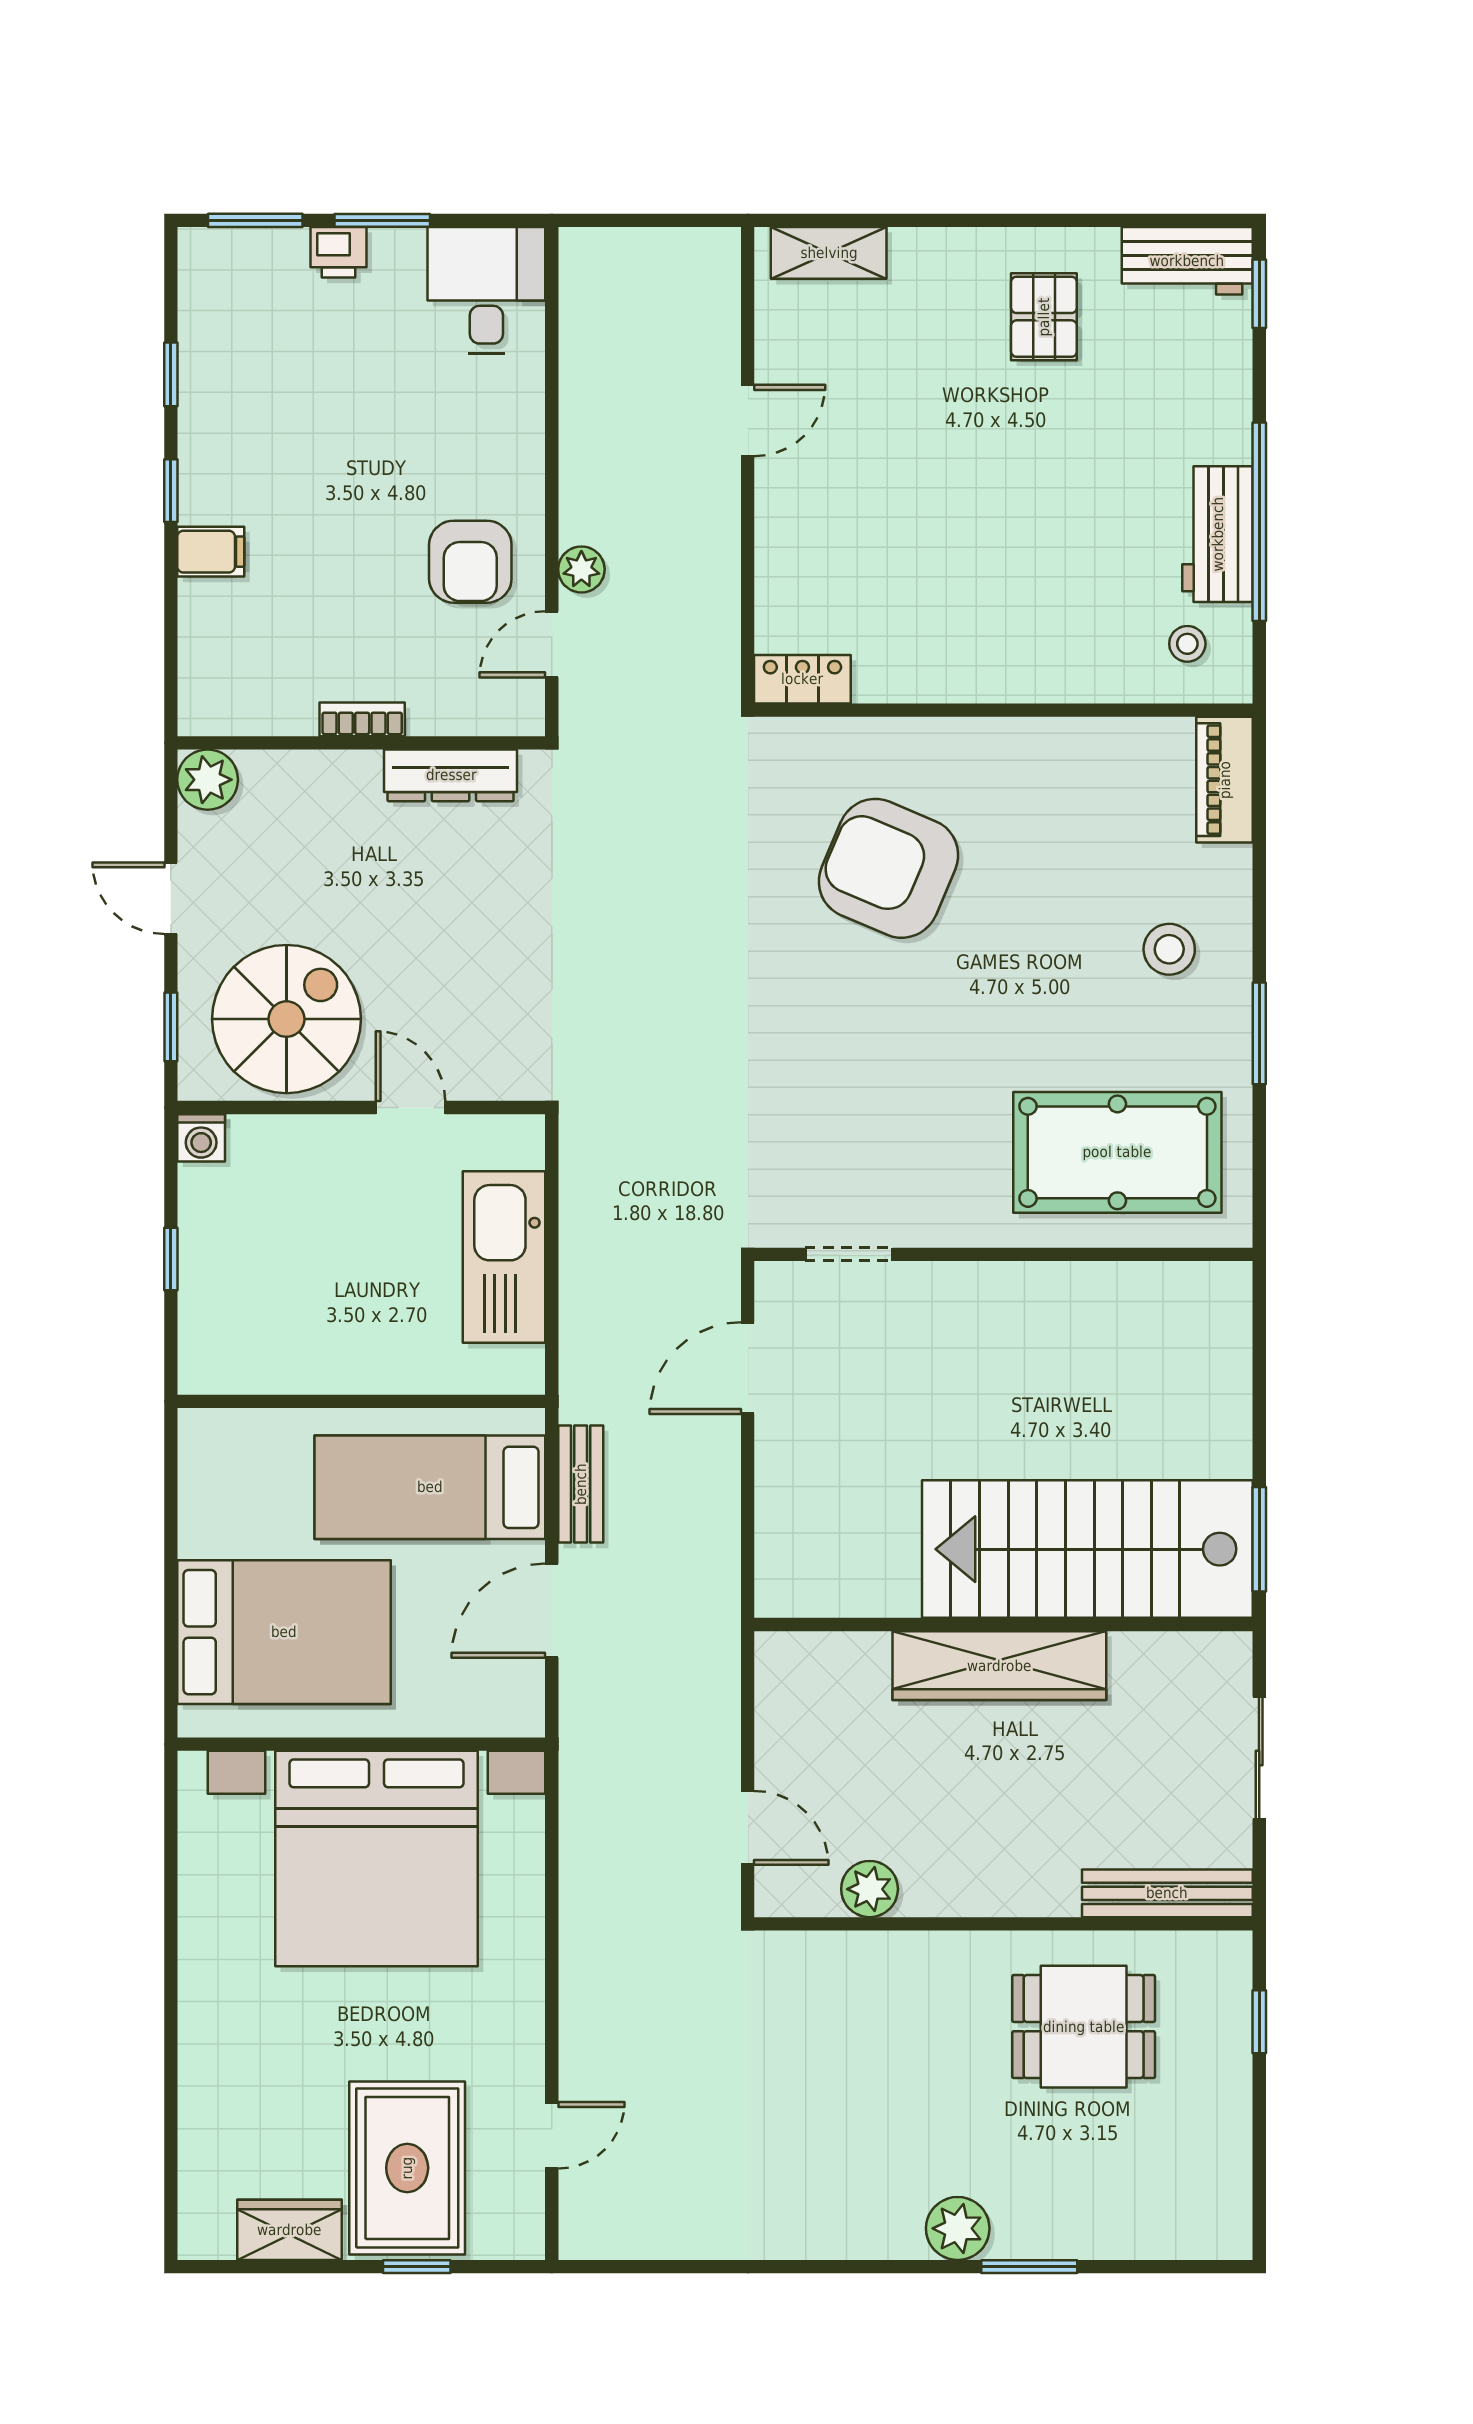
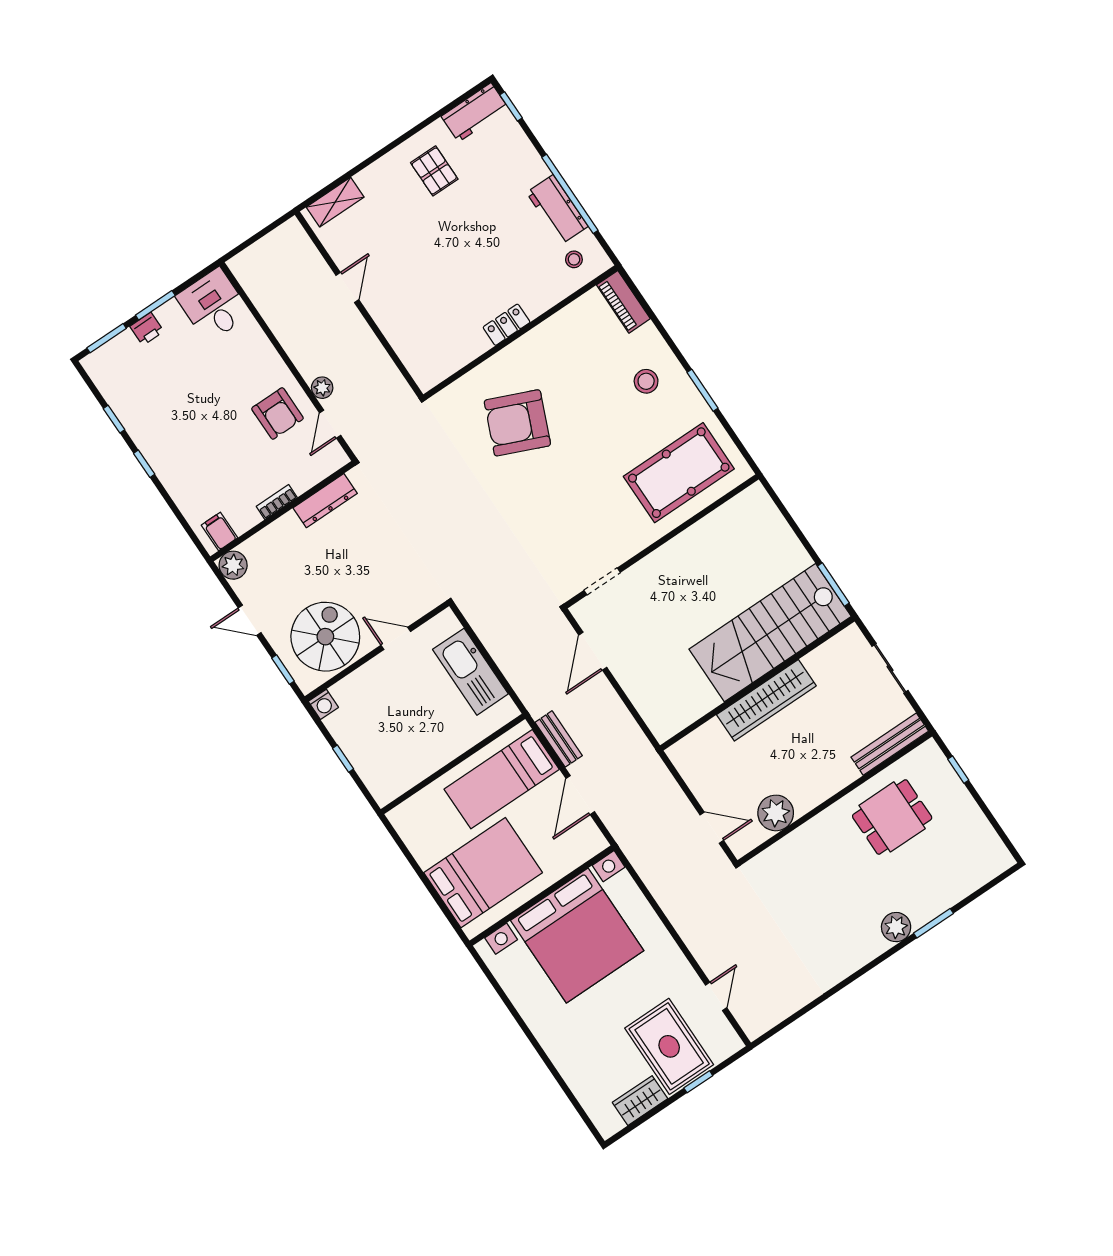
filing cabinet: (211, 552) -> (220, 531), moved, turned -90
locker: (802, 679) -> (506, 325), moved
plant: (870, 1889) -> (776, 813), width x1.36, depth x1.36

